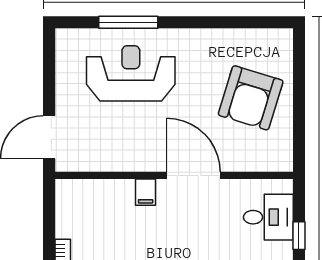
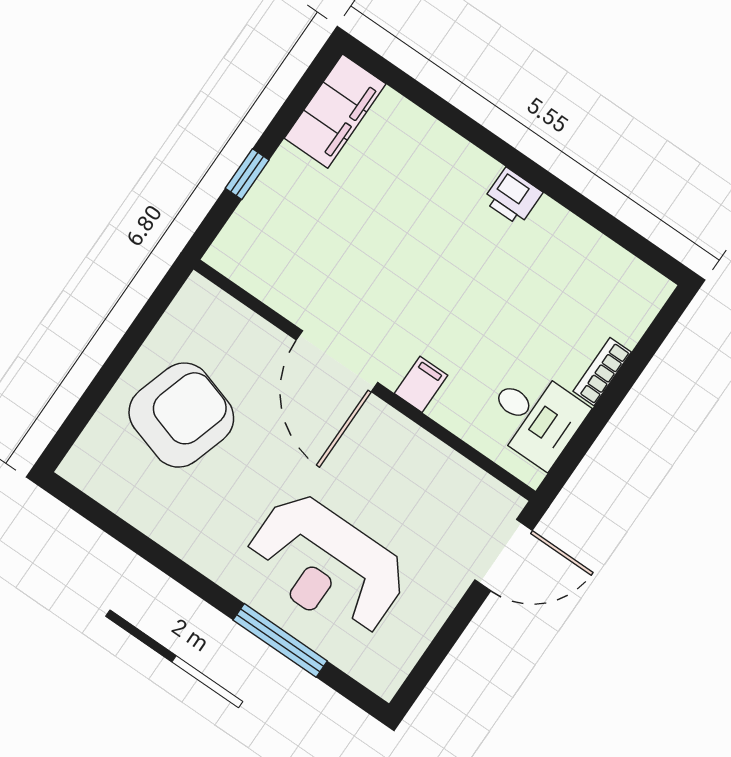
desk: (268, 217) -> (535, 417), moved, turned 180

